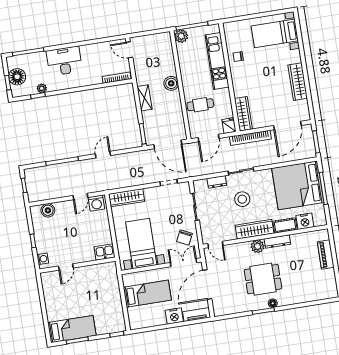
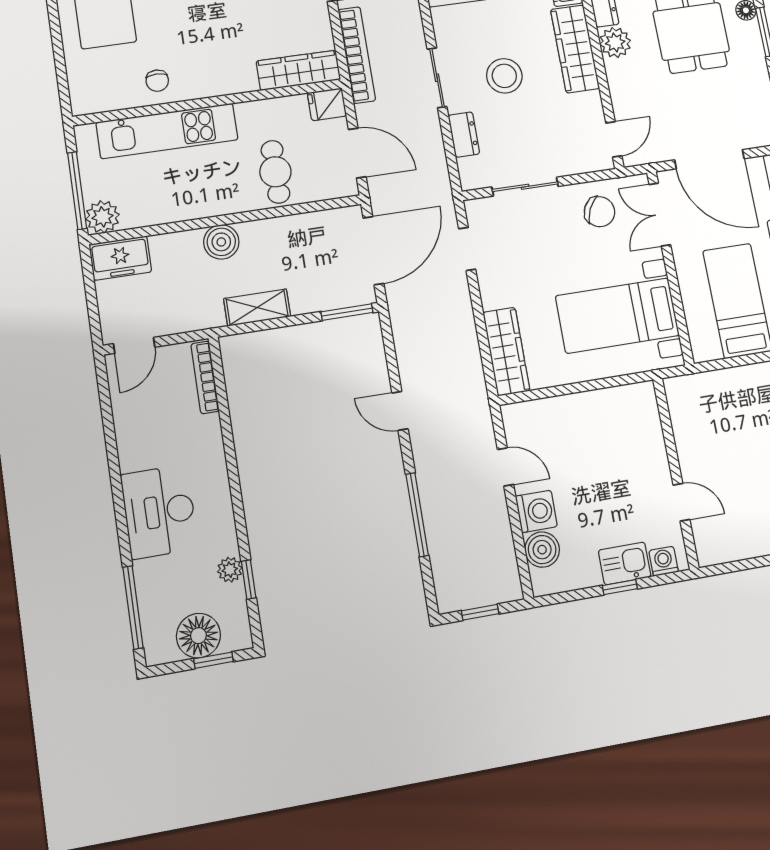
freezer: (164, 44) -> (120, 258), added
washing machine: (96, 203) -> (536, 511), moved
kitchen sink: (105, 252) -> (625, 563), moved, turned 90

